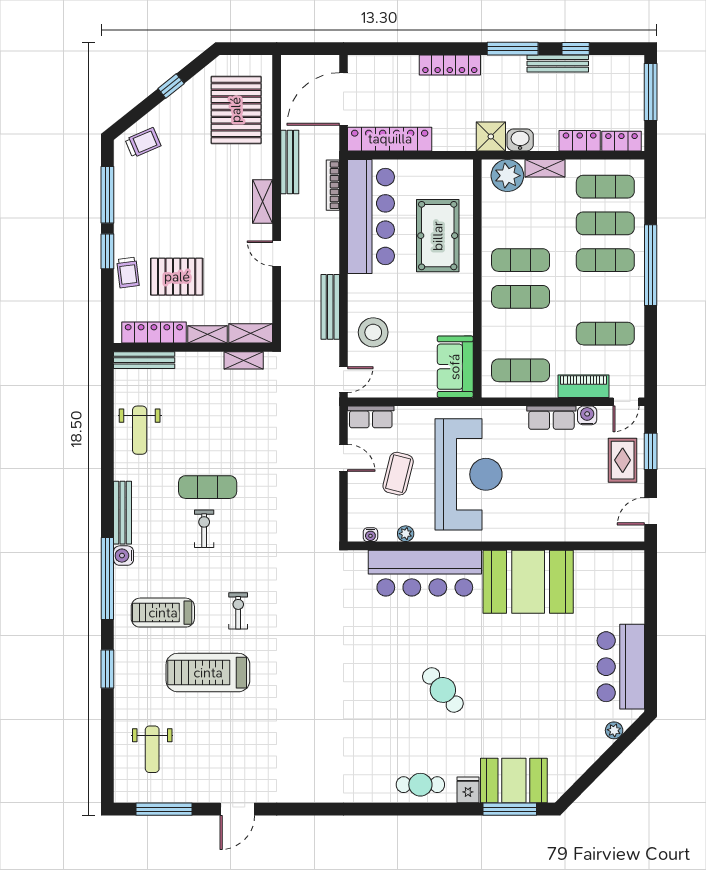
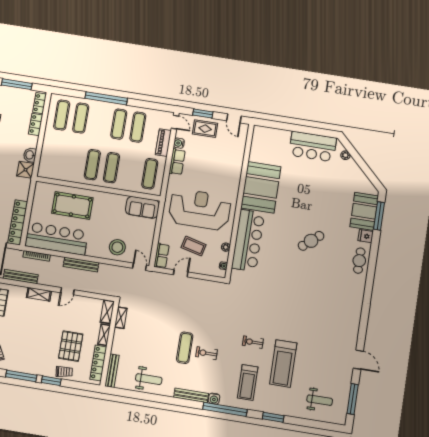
shelving: (545, 168) -> (47, 144), removed
plant: (507, 176) -> (47, 164), removed
exercise mat: (605, 260) -> (119, 124), moved
bench: (330, 307) -> (81, 264), moved

